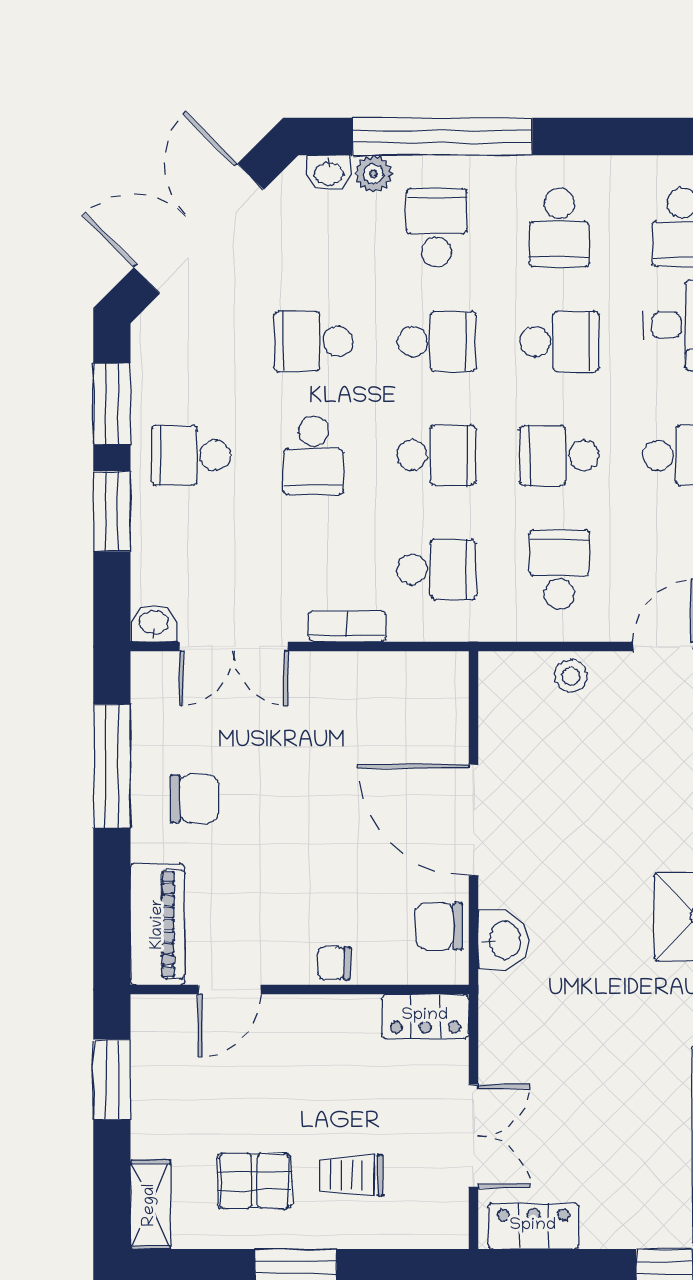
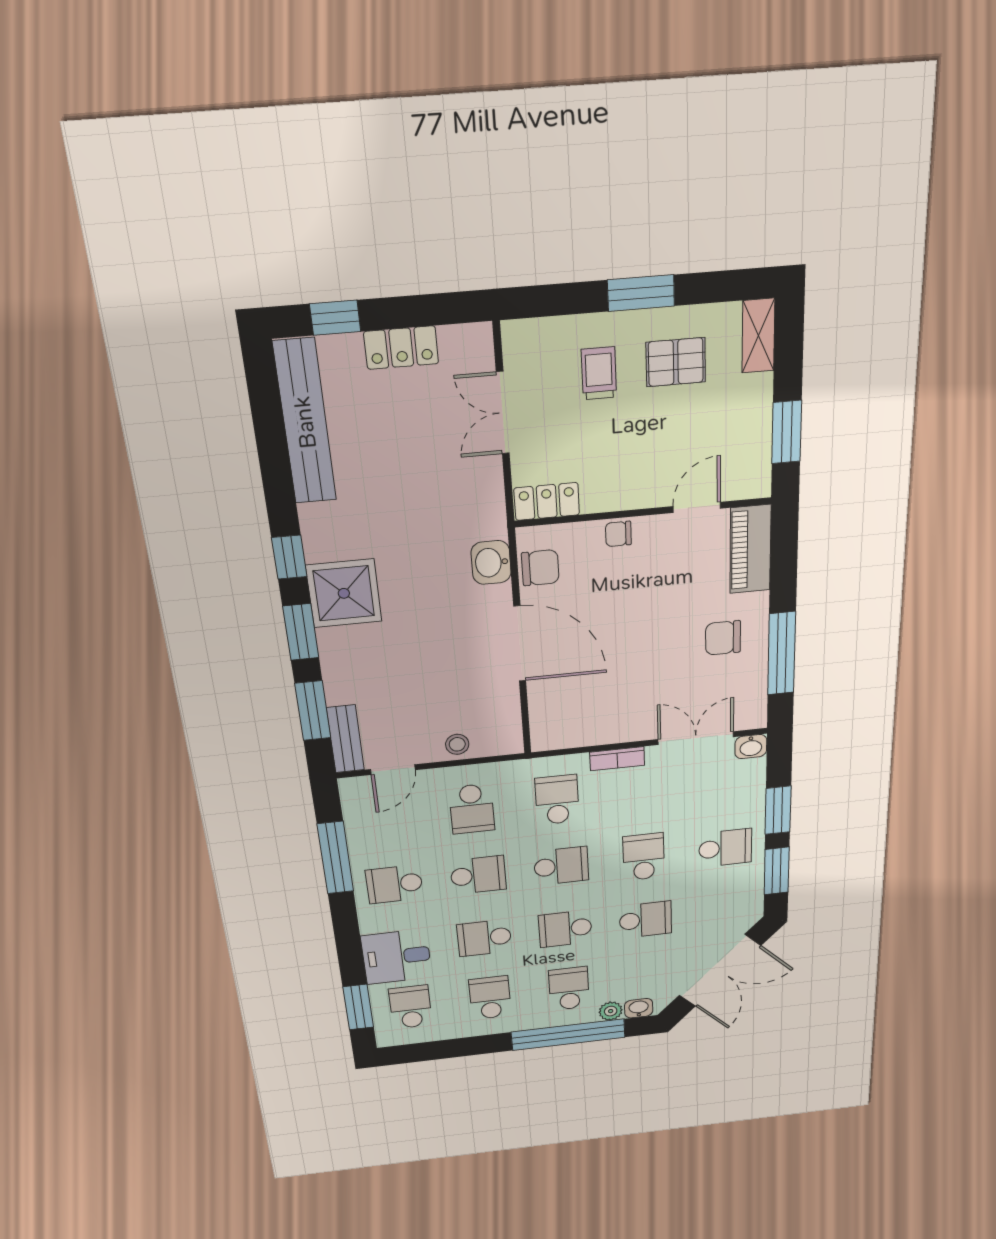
school desk: (436, 228) -> (569, 989), turned 180
school desk: (436, 455) -> (561, 866), turned 180
school desk: (436, 569) -> (557, 800), turned 90
chair: (334, 963) -> (618, 534), turned 180
trolley: (351, 1175) -> (599, 373), turned -90
locker: (533, 1226) -> (401, 348), moved

